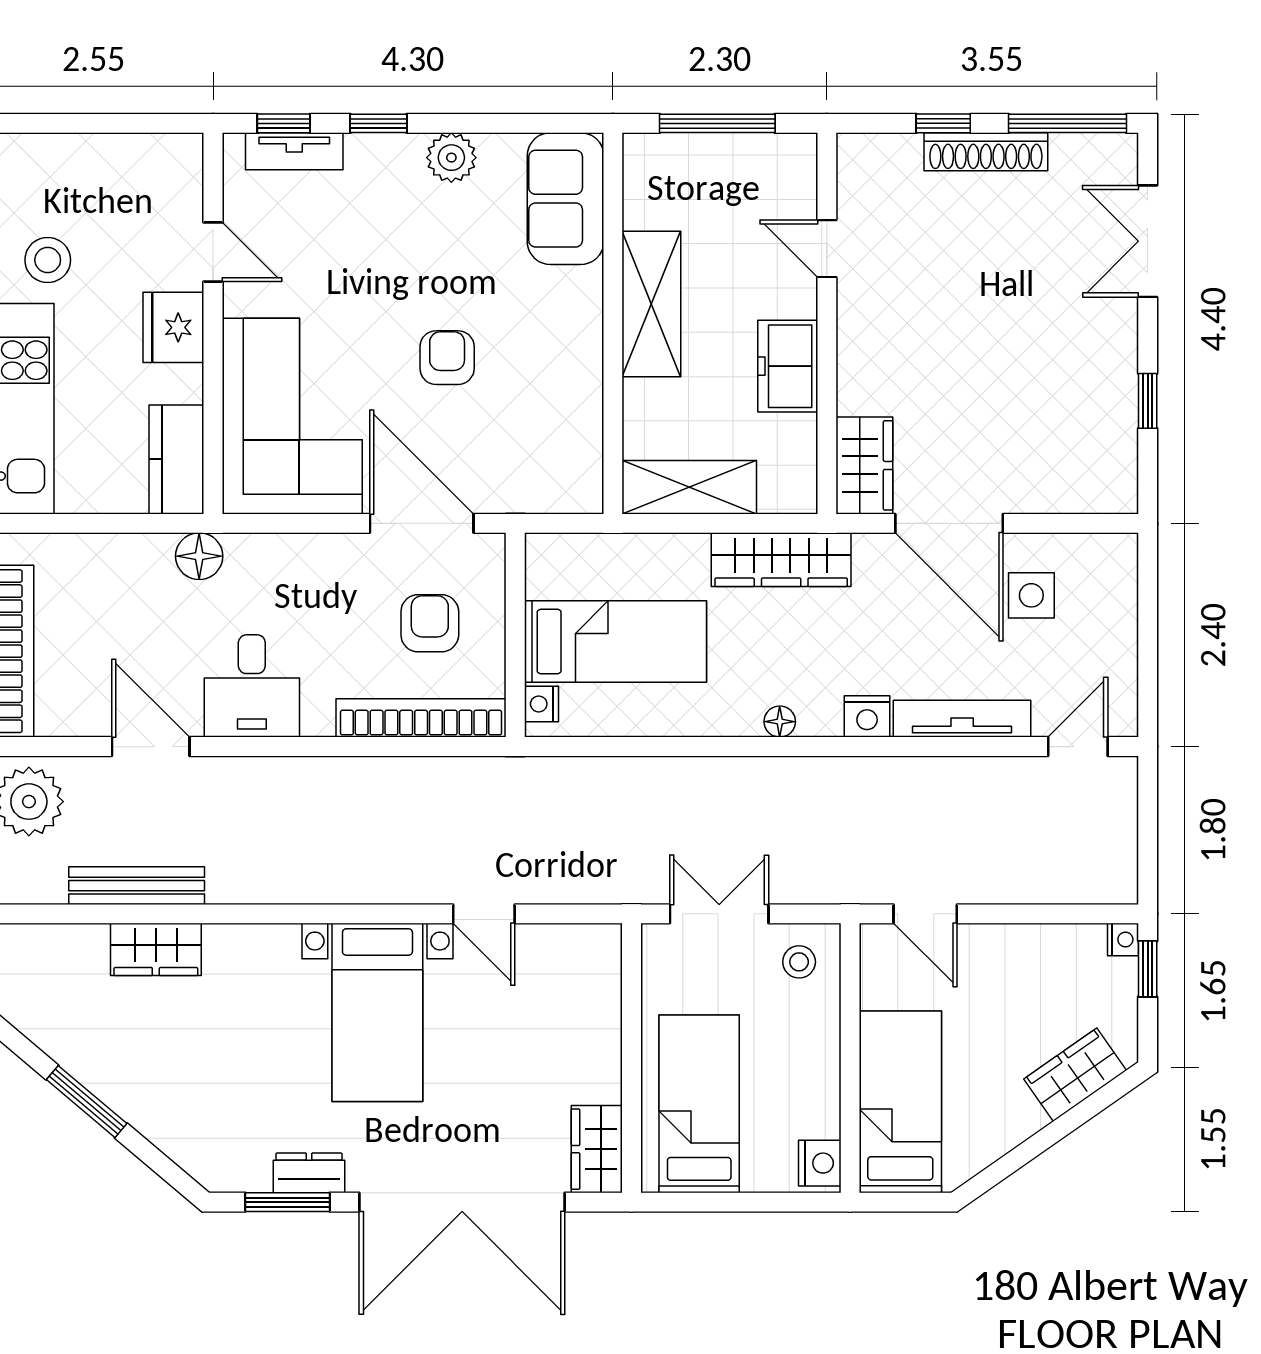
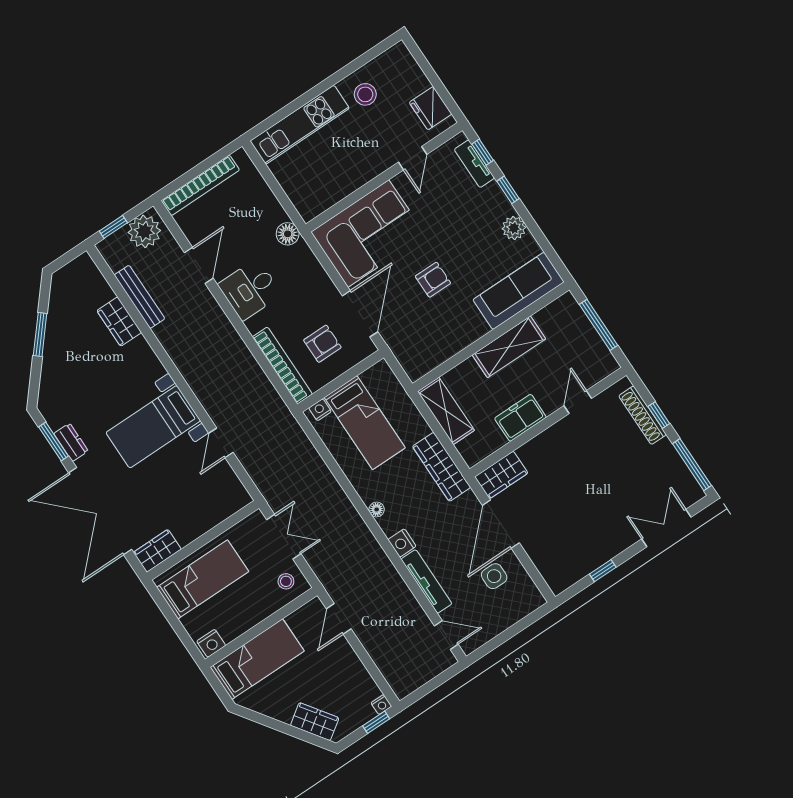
shoe rack: (986, 152) -> (642, 415), moved
sofa: (566, 199) -> (518, 291), width x1.36
fridge: (173, 327) -> (430, 108), moved, turned -90
kitchen counter: (176, 459) -> (320, 199), removed

